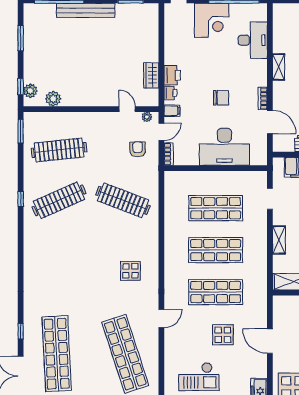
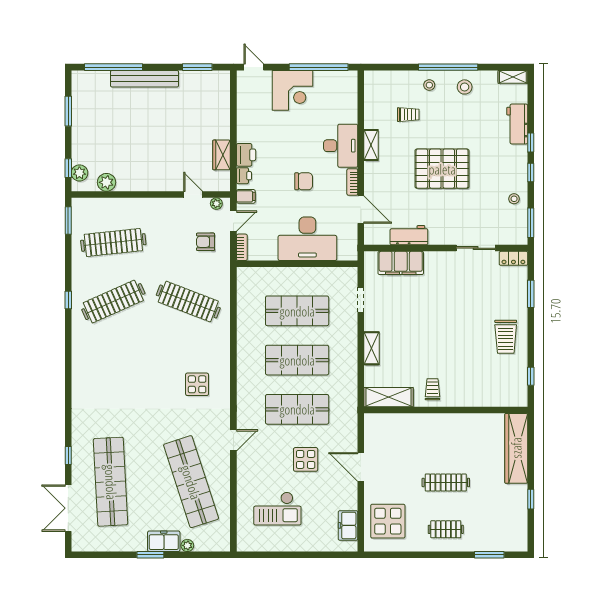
desk: (253, 40) -> (341, 146), moved
armchair: (138, 149) -> (206, 242), turned -90

